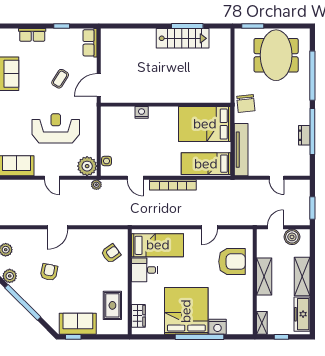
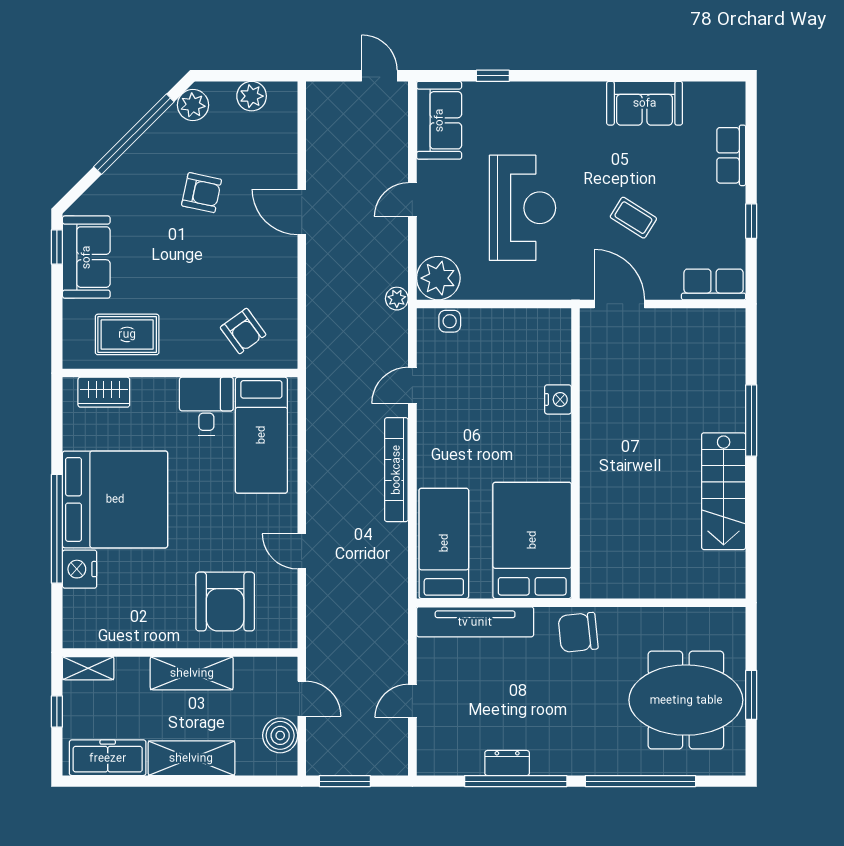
window: (187, 26) -> (751, 420), moved
window: (253, 26) -> (751, 695), moved

